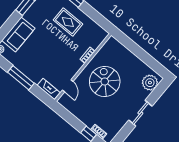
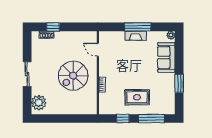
window: (93, 14) -> (123, 119), added
spiral stairs: (105, 81) -> (73, 76), turned 90
fireplace: (49, 89) -> (136, 36), moved

